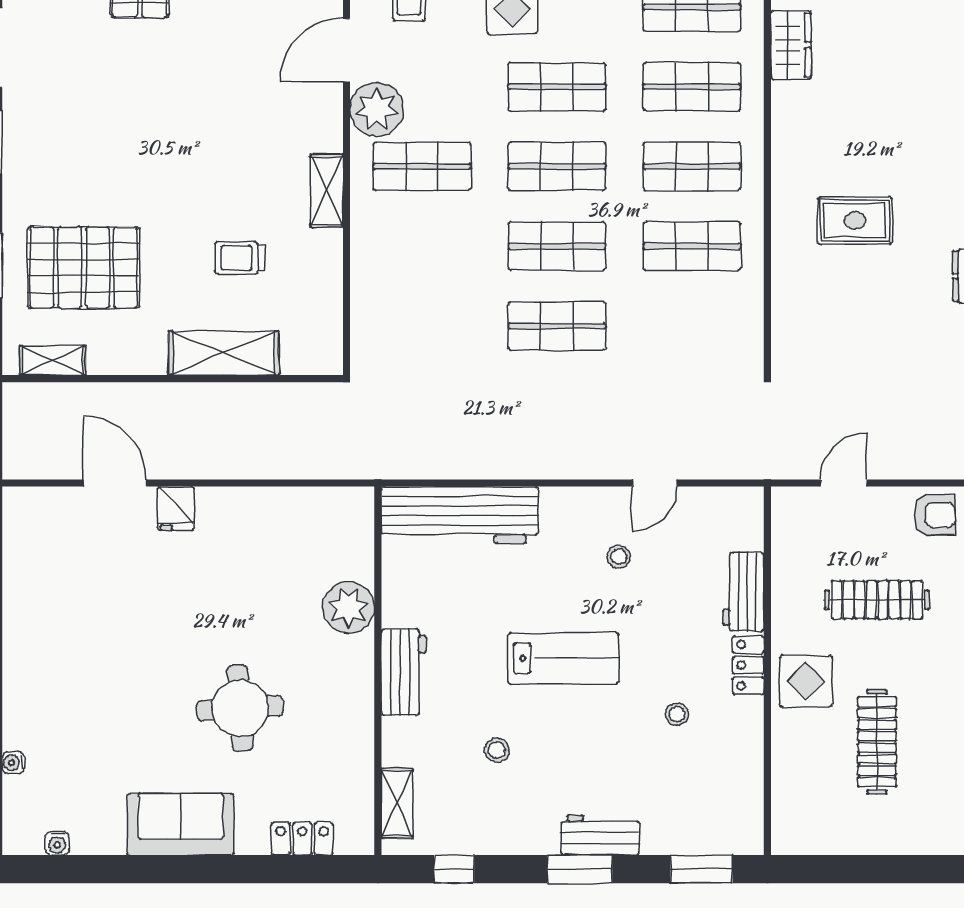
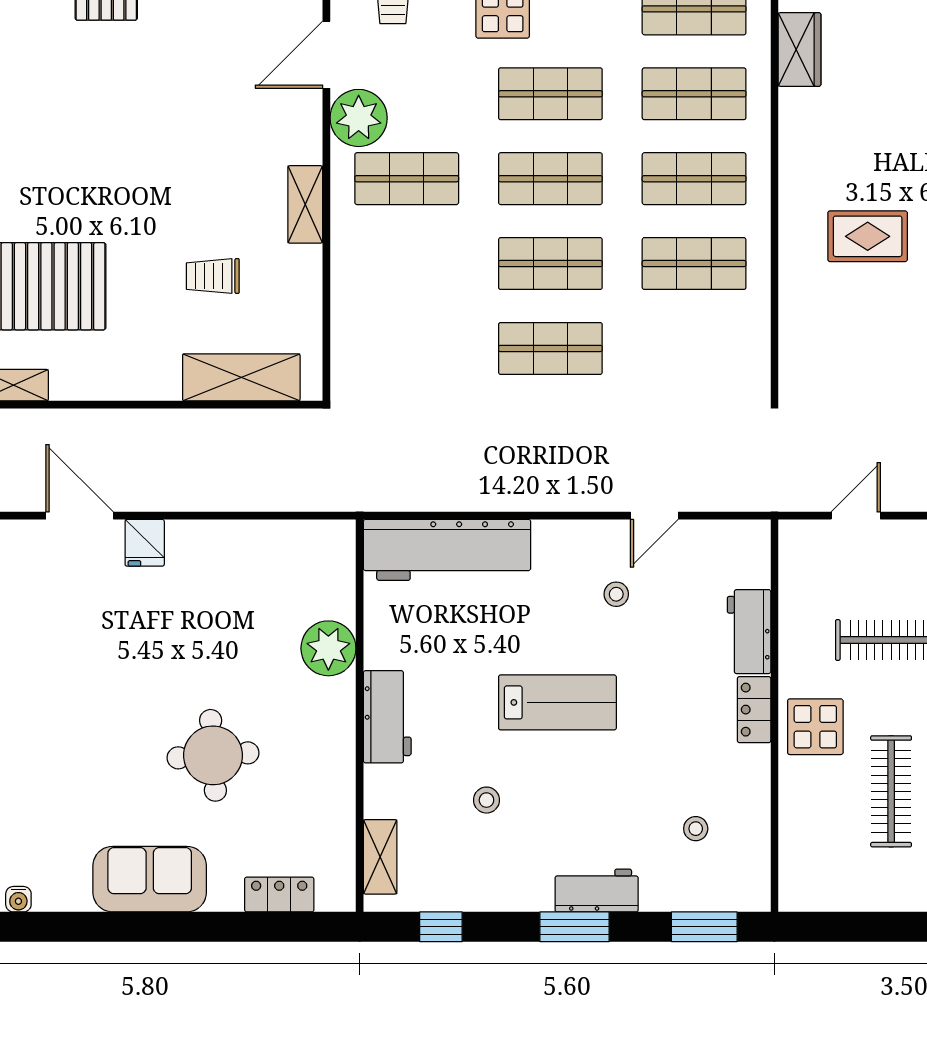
shelving: (224, 353) -> (241, 377), moved
stool: (677, 714) -> (696, 829), moved

